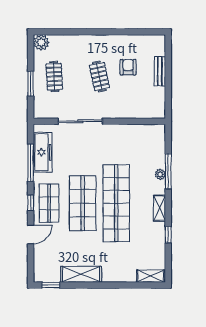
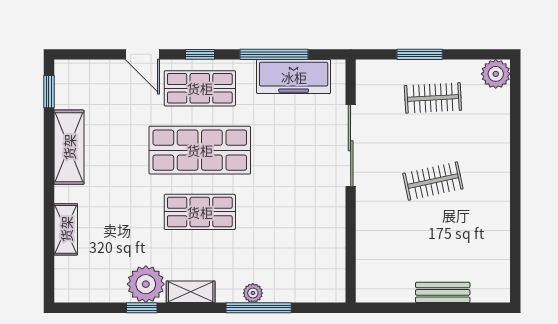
armchair: (128, 67) -> (450, 234), removed
shop shelf: (116, 203) -> (200, 212), width x0.50, depth x0.74
plant: (155, 232) -> (146, 284), added
shelving: (151, 276) -> (66, 229), moved

